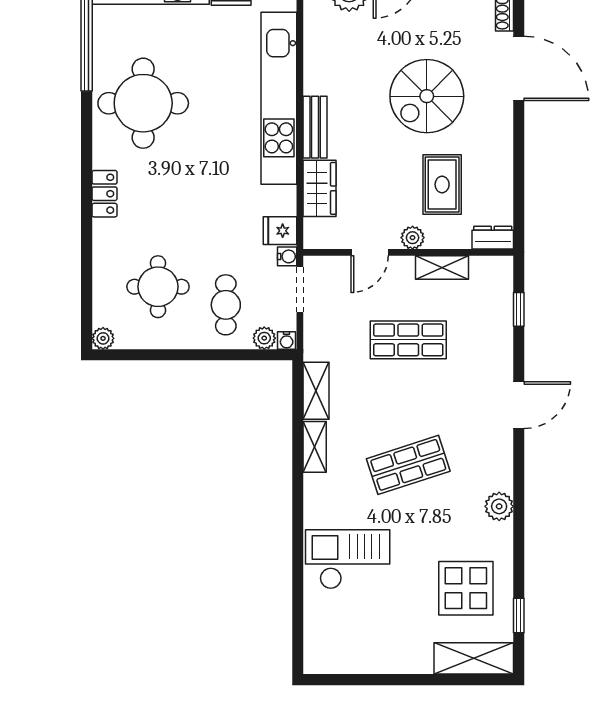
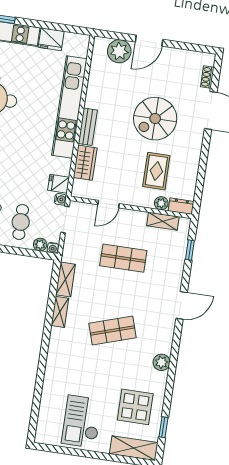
plant: (413, 238) -> (161, 203), moved
shelving: (442, 268) -> (163, 221), moved
checkout: (348, 559) -> (82, 422), moved, turned -90

